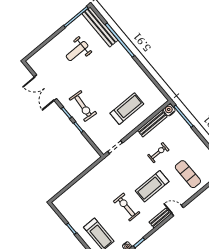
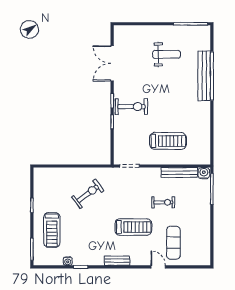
bench: (100, 27) -> (204, 76), moved
weight bench: (77, 51) -> (167, 54), turned 180
exercise bike: (83, 106) -> (131, 107), turned -95
treadmill: (152, 186) -> (133, 227), turned 180
exercise bike: (127, 207) -> (88, 194), moved, turned 53
door: (178, 211) -> (158, 267), moved

